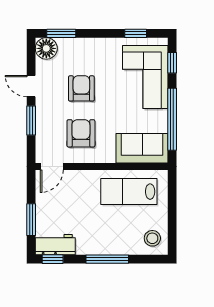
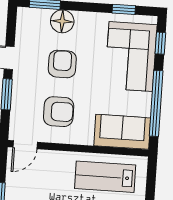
floor lamp: (46, 48) -> (62, 21), moved
armchair: (81, 133) -> (59, 112), turned 90

